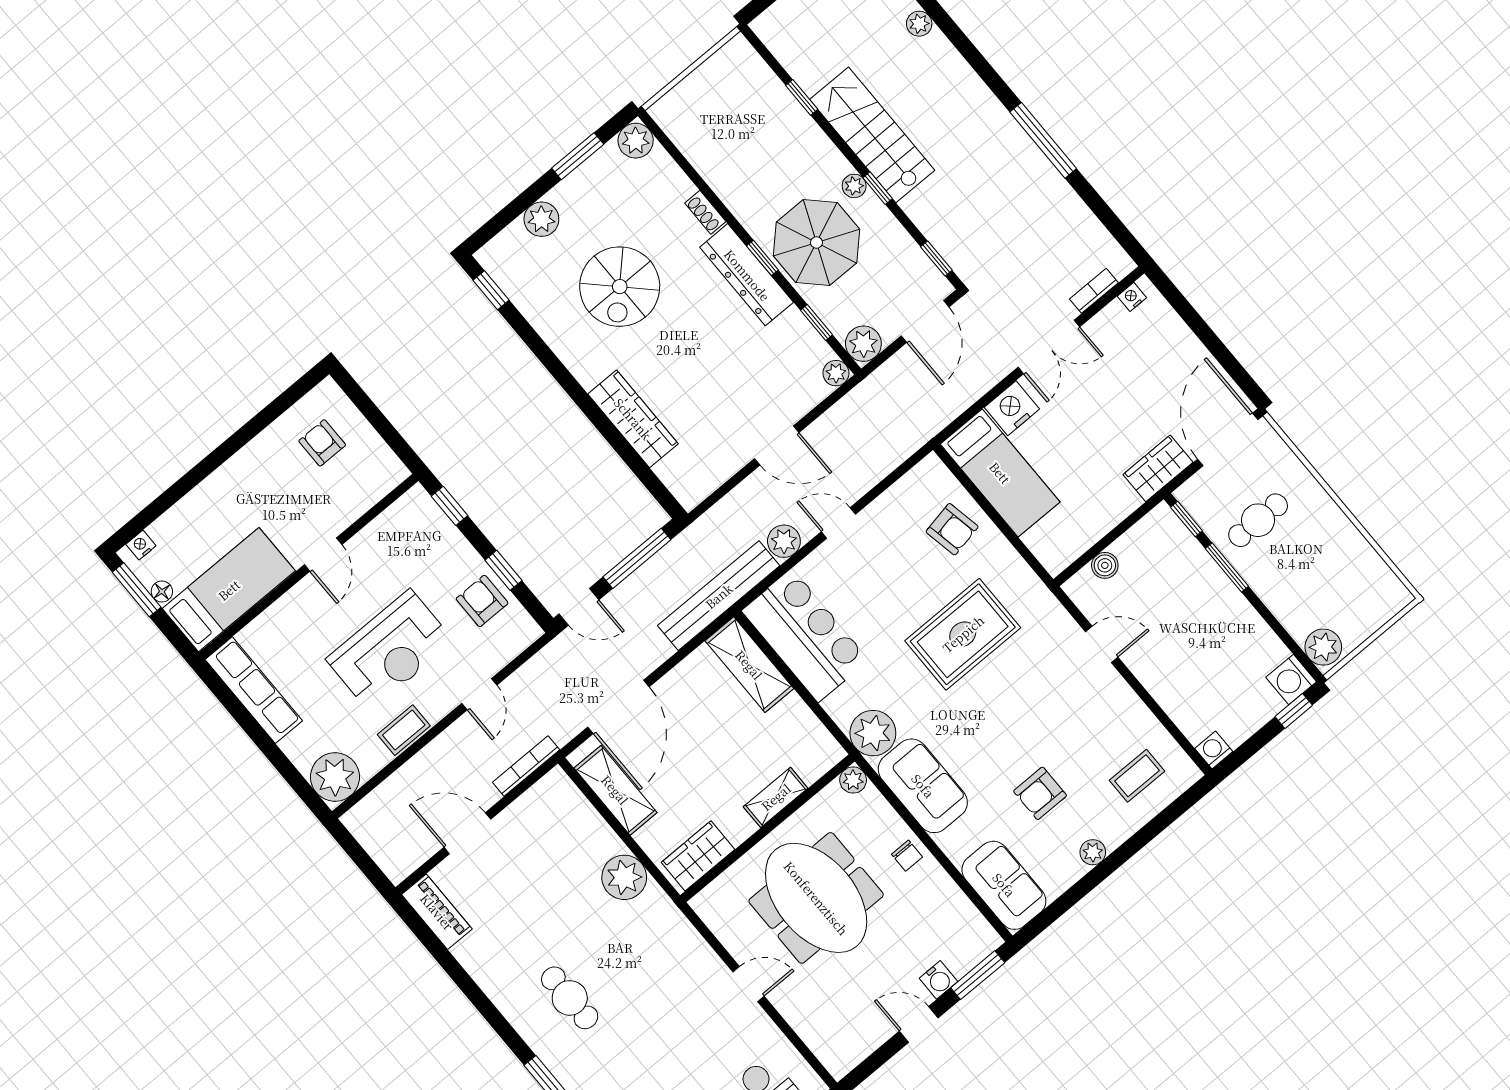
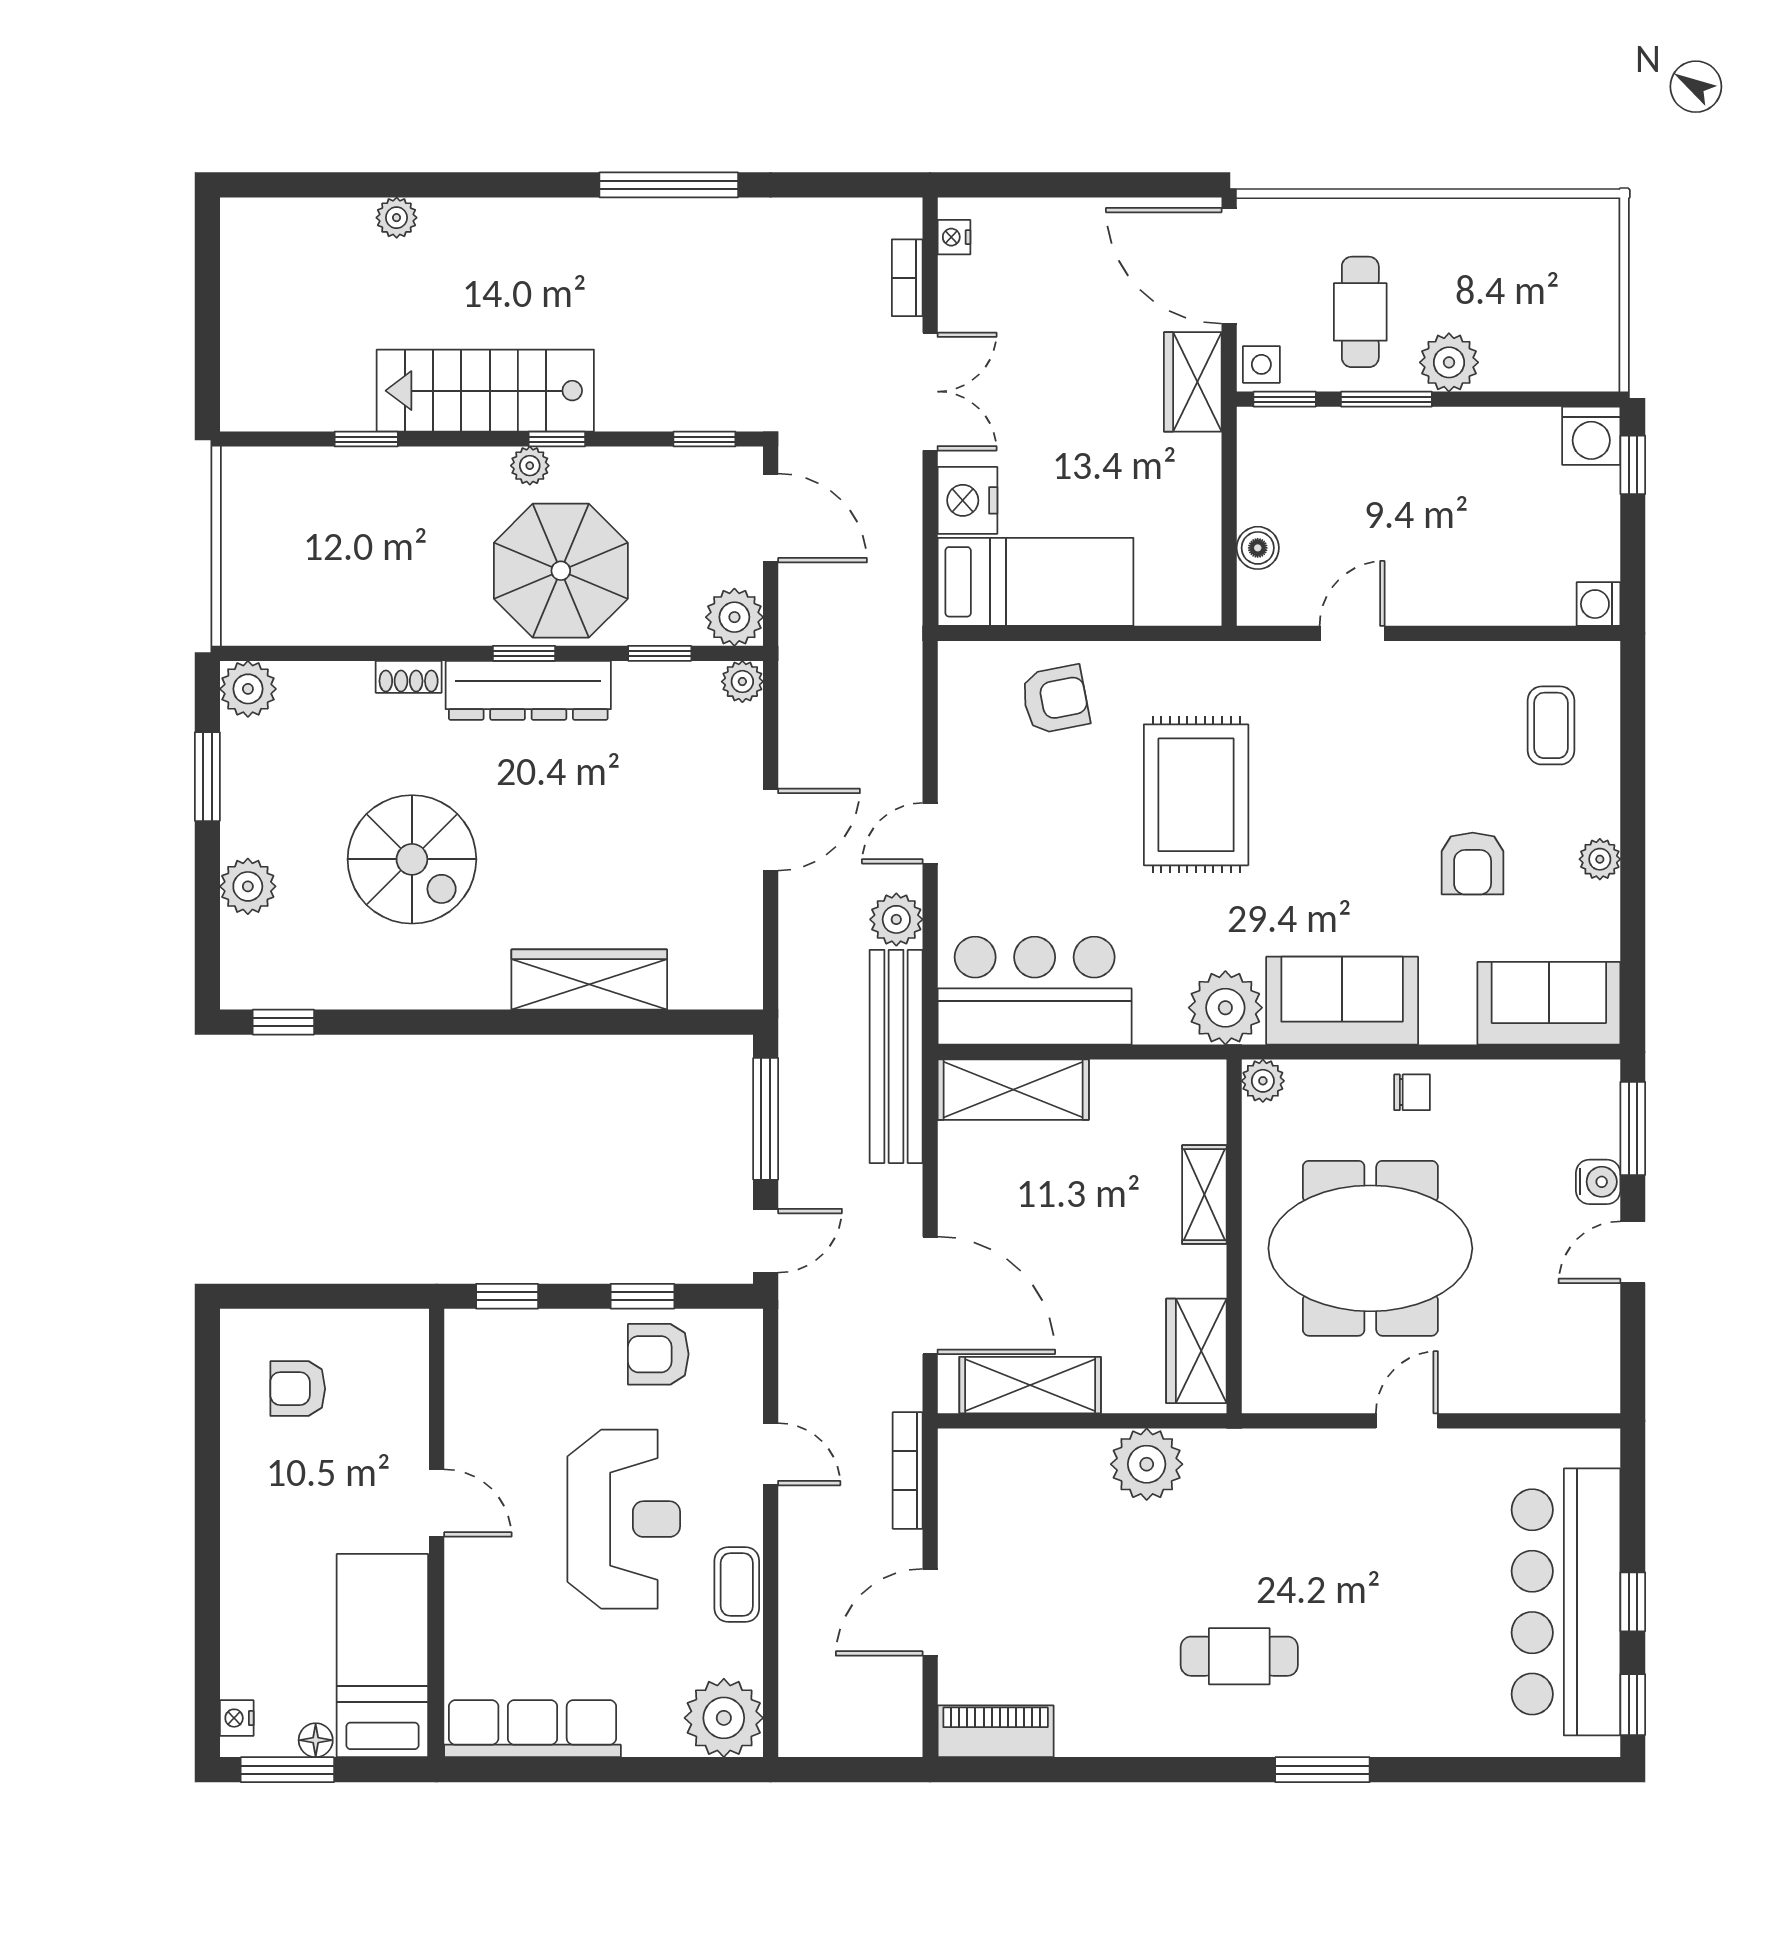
side table: (1194, 494) -> (1261, 364), added
plant: (1323, 647) -> (1449, 362), moved

